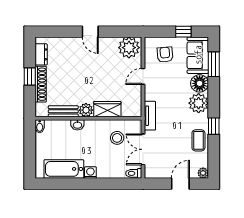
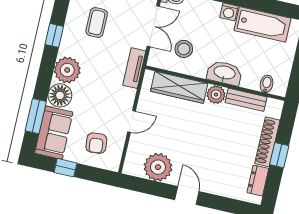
plant: (129, 48) -> (158, 167), moved
wardrobe: (107, 109) -> (179, 87), width x1.50
washbasin: (77, 125) -> (224, 73), width x1.91, depth x1.45
bidet: (40, 126) -> (267, 84), moved
coffee table: (198, 140) -> (97, 22), moved

